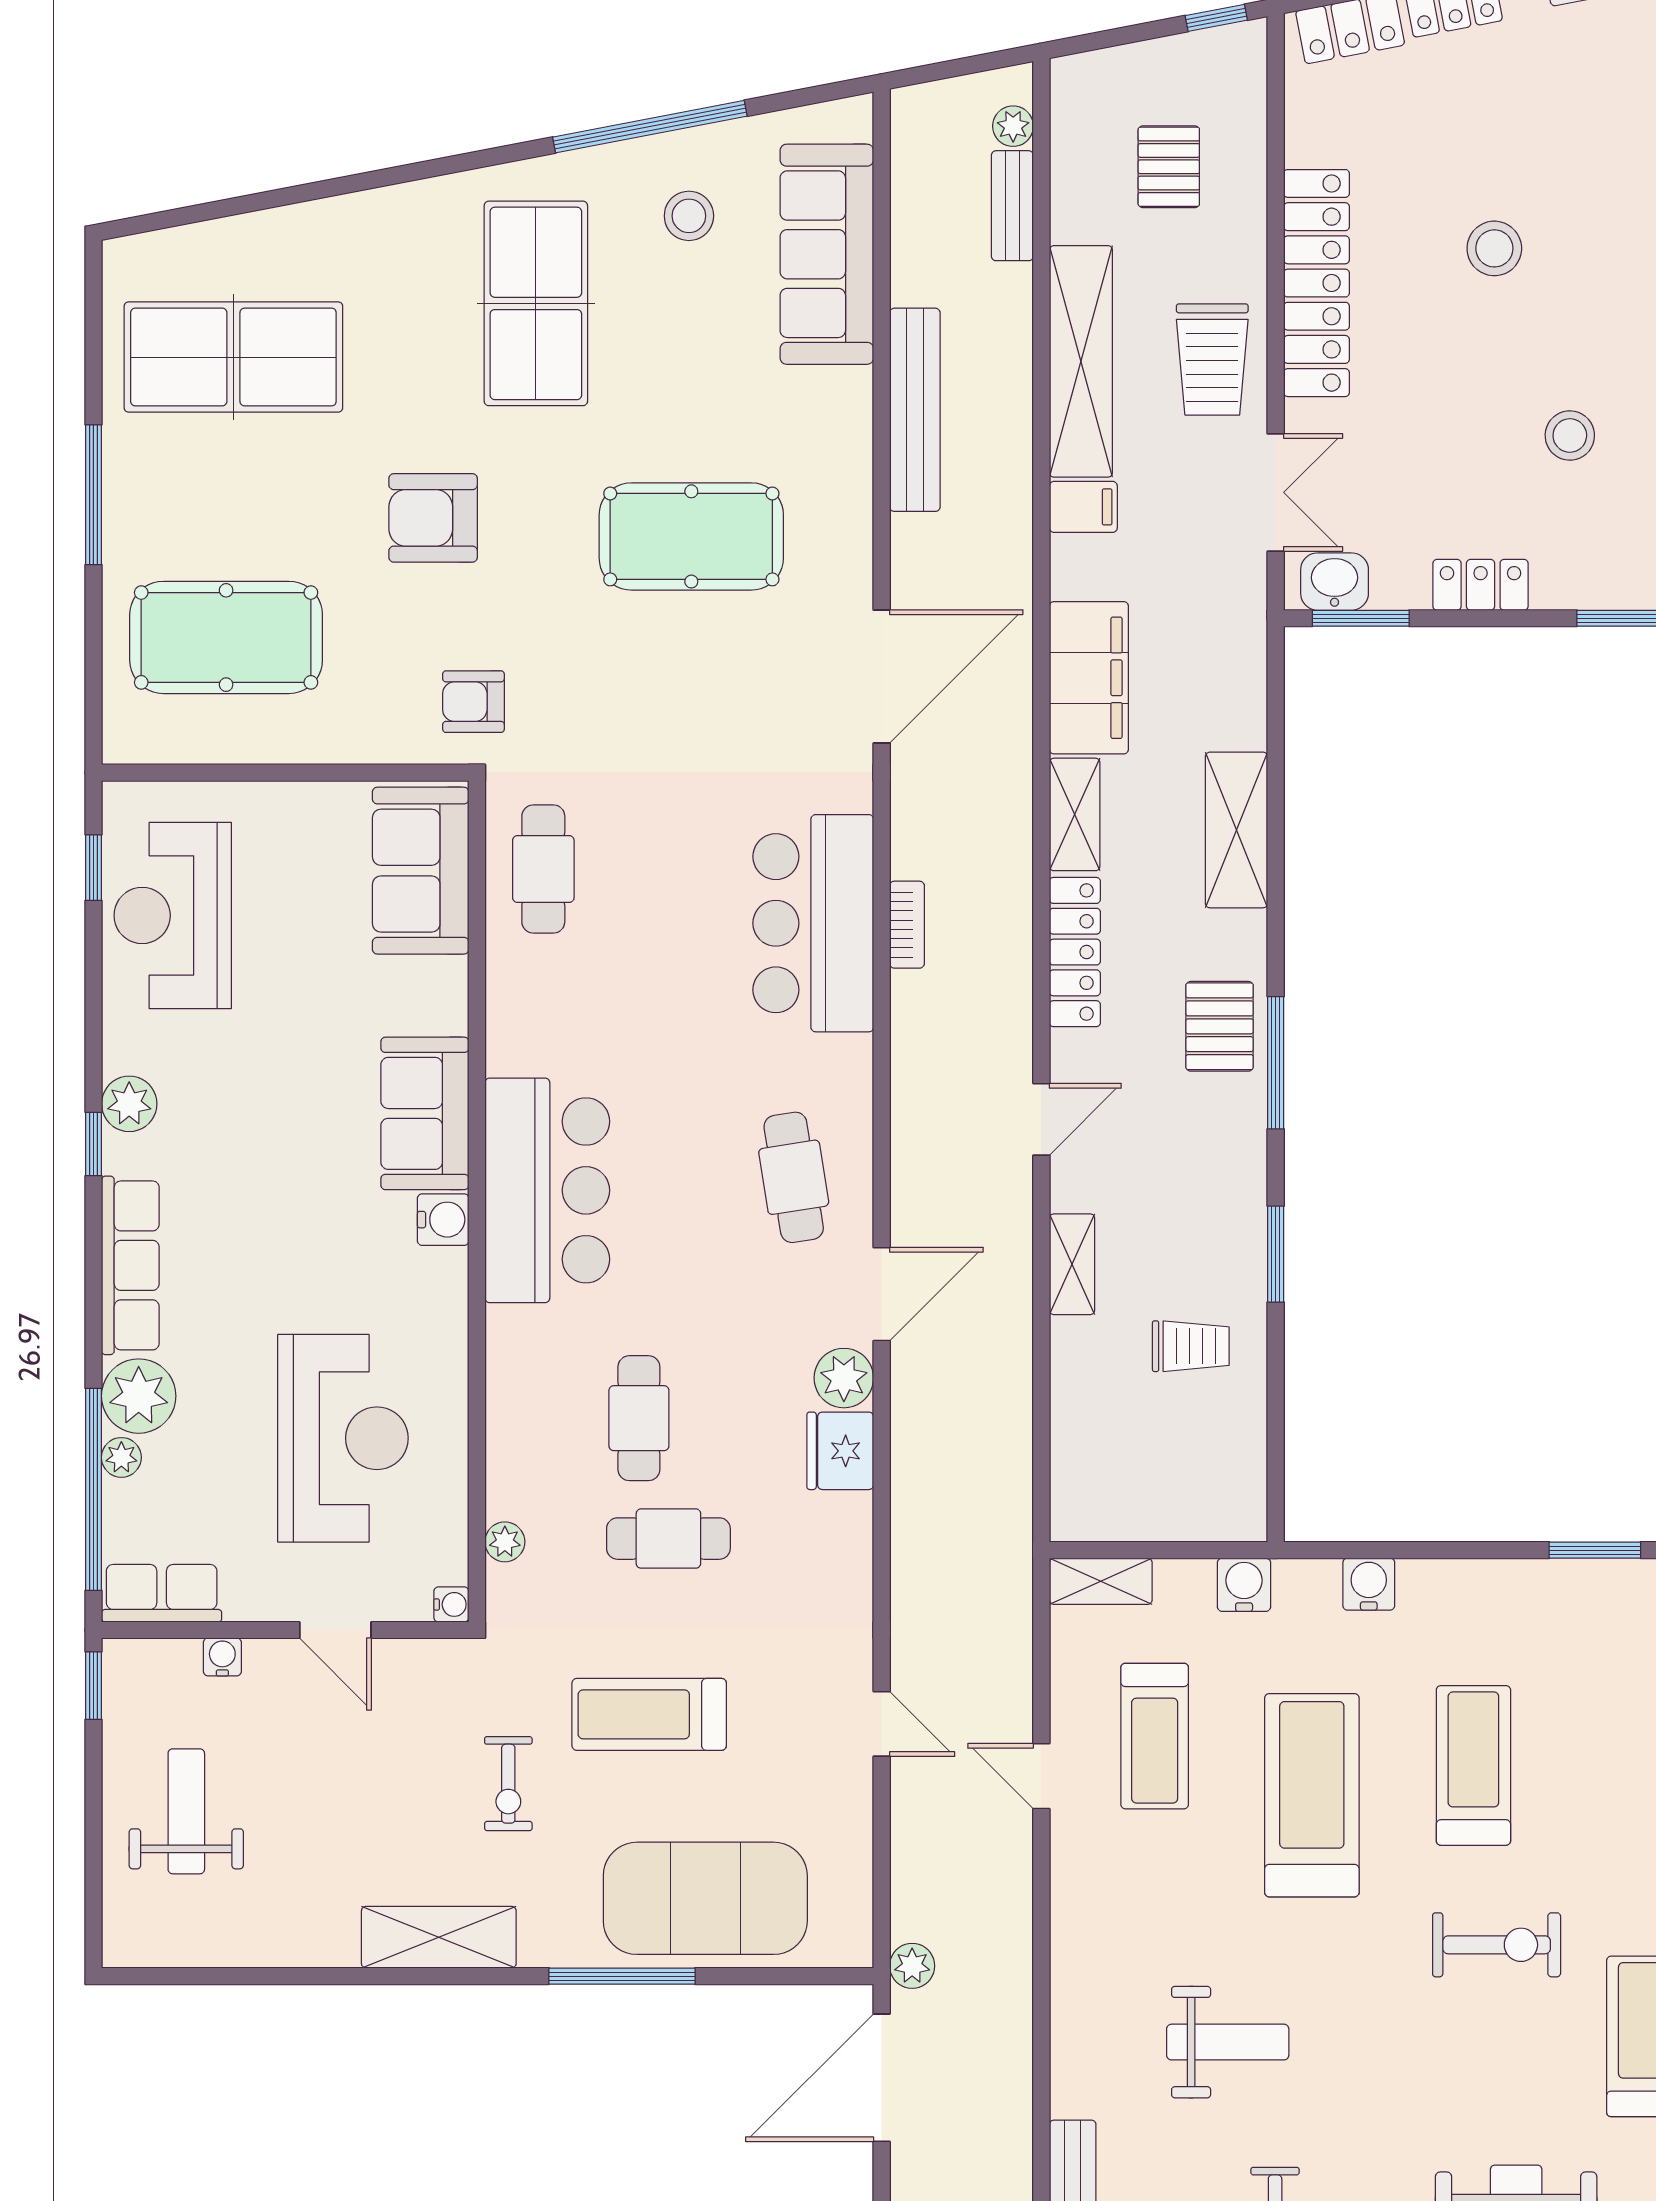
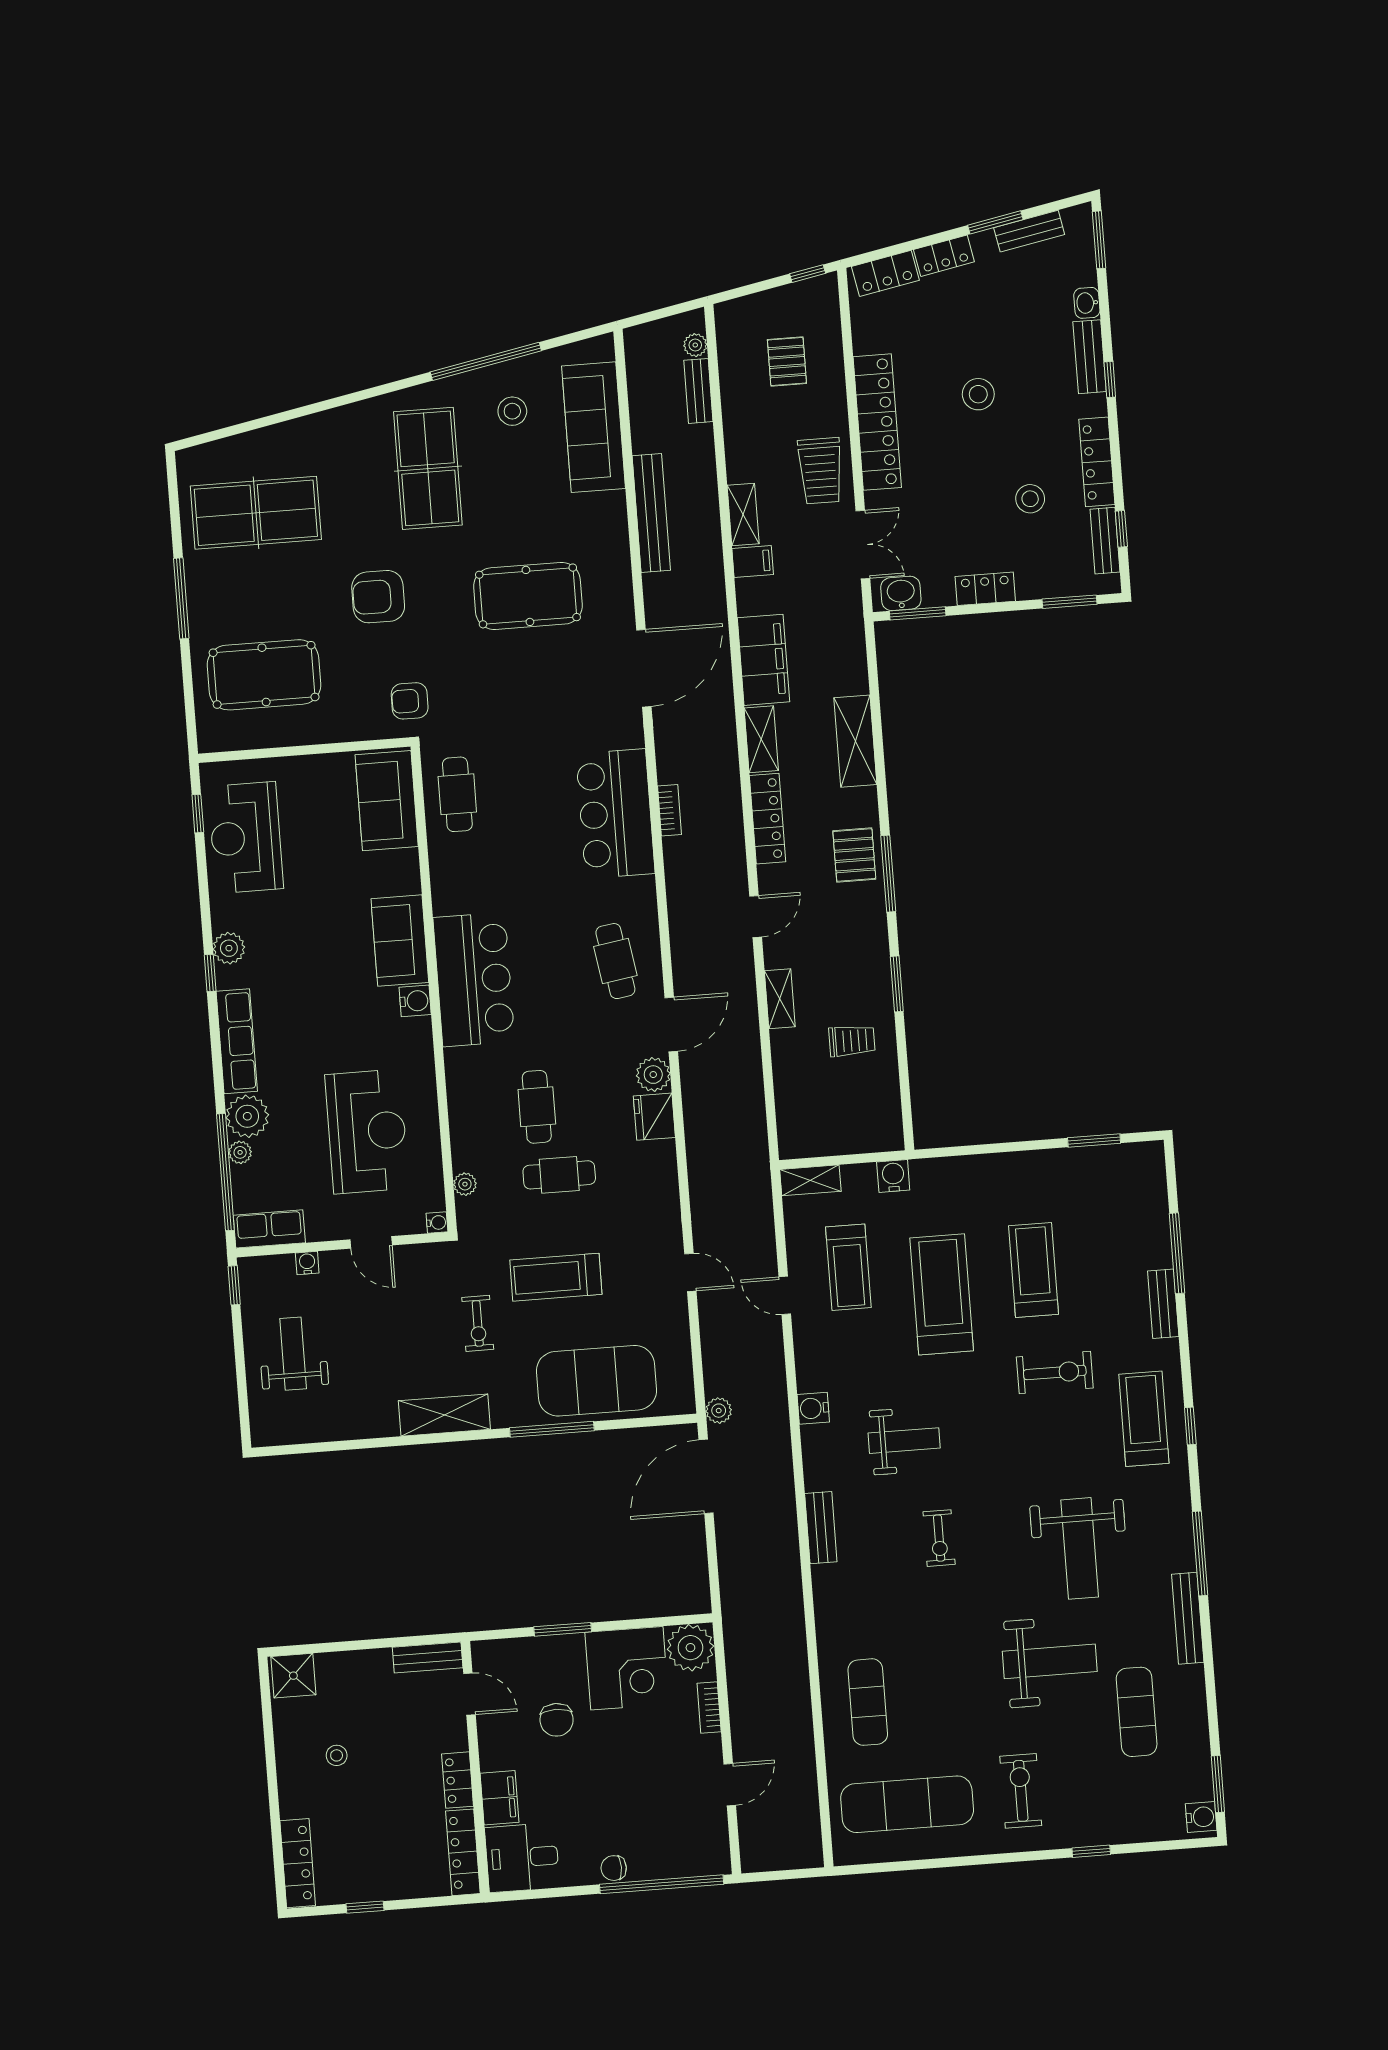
shelving: (1081, 361) -> (743, 514), width x0.45, depth x0.75
water cooler: (1369, 1584) -> (813, 1408), moved, turned -90

